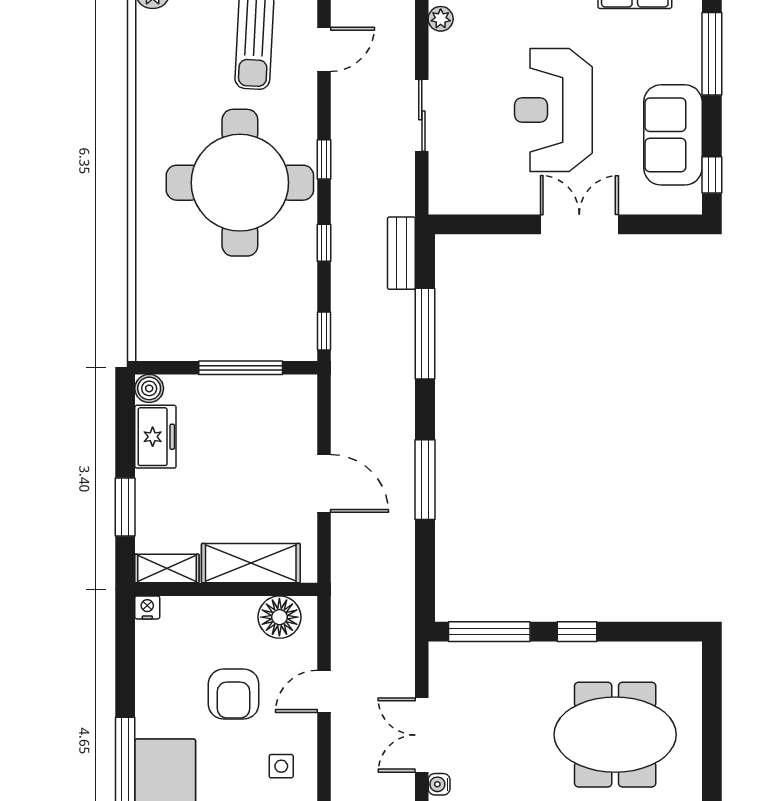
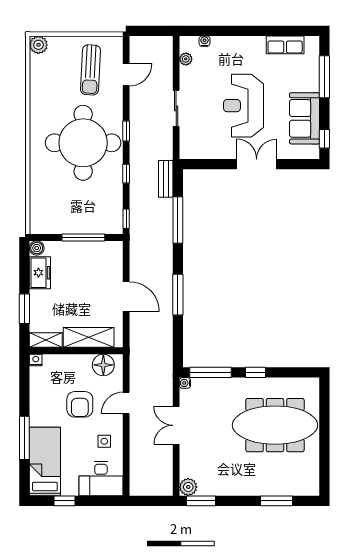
meeting table: (615, 735) -> (275, 425), width x1.36
water cooler: (439, 784) -> (185, 383), moved

